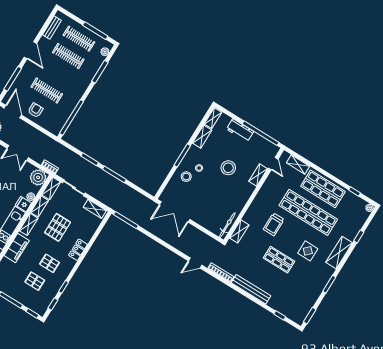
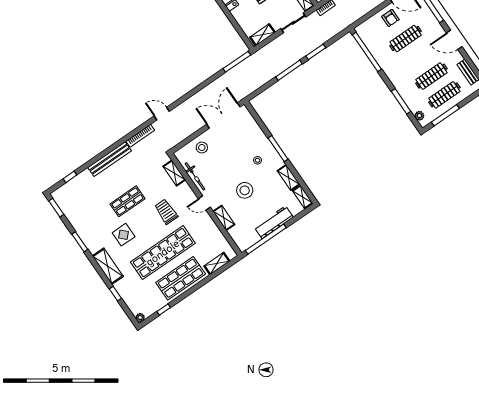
workbench: (240, 130) -> (274, 222), width x1.37
door: (273, 164) -> (204, 203), moved
stool: (186, 177) -> (202, 148), moved
bicycle: (227, 225) -> (195, 176), moved
door: (195, 263) -> (162, 114), hinge flipped

